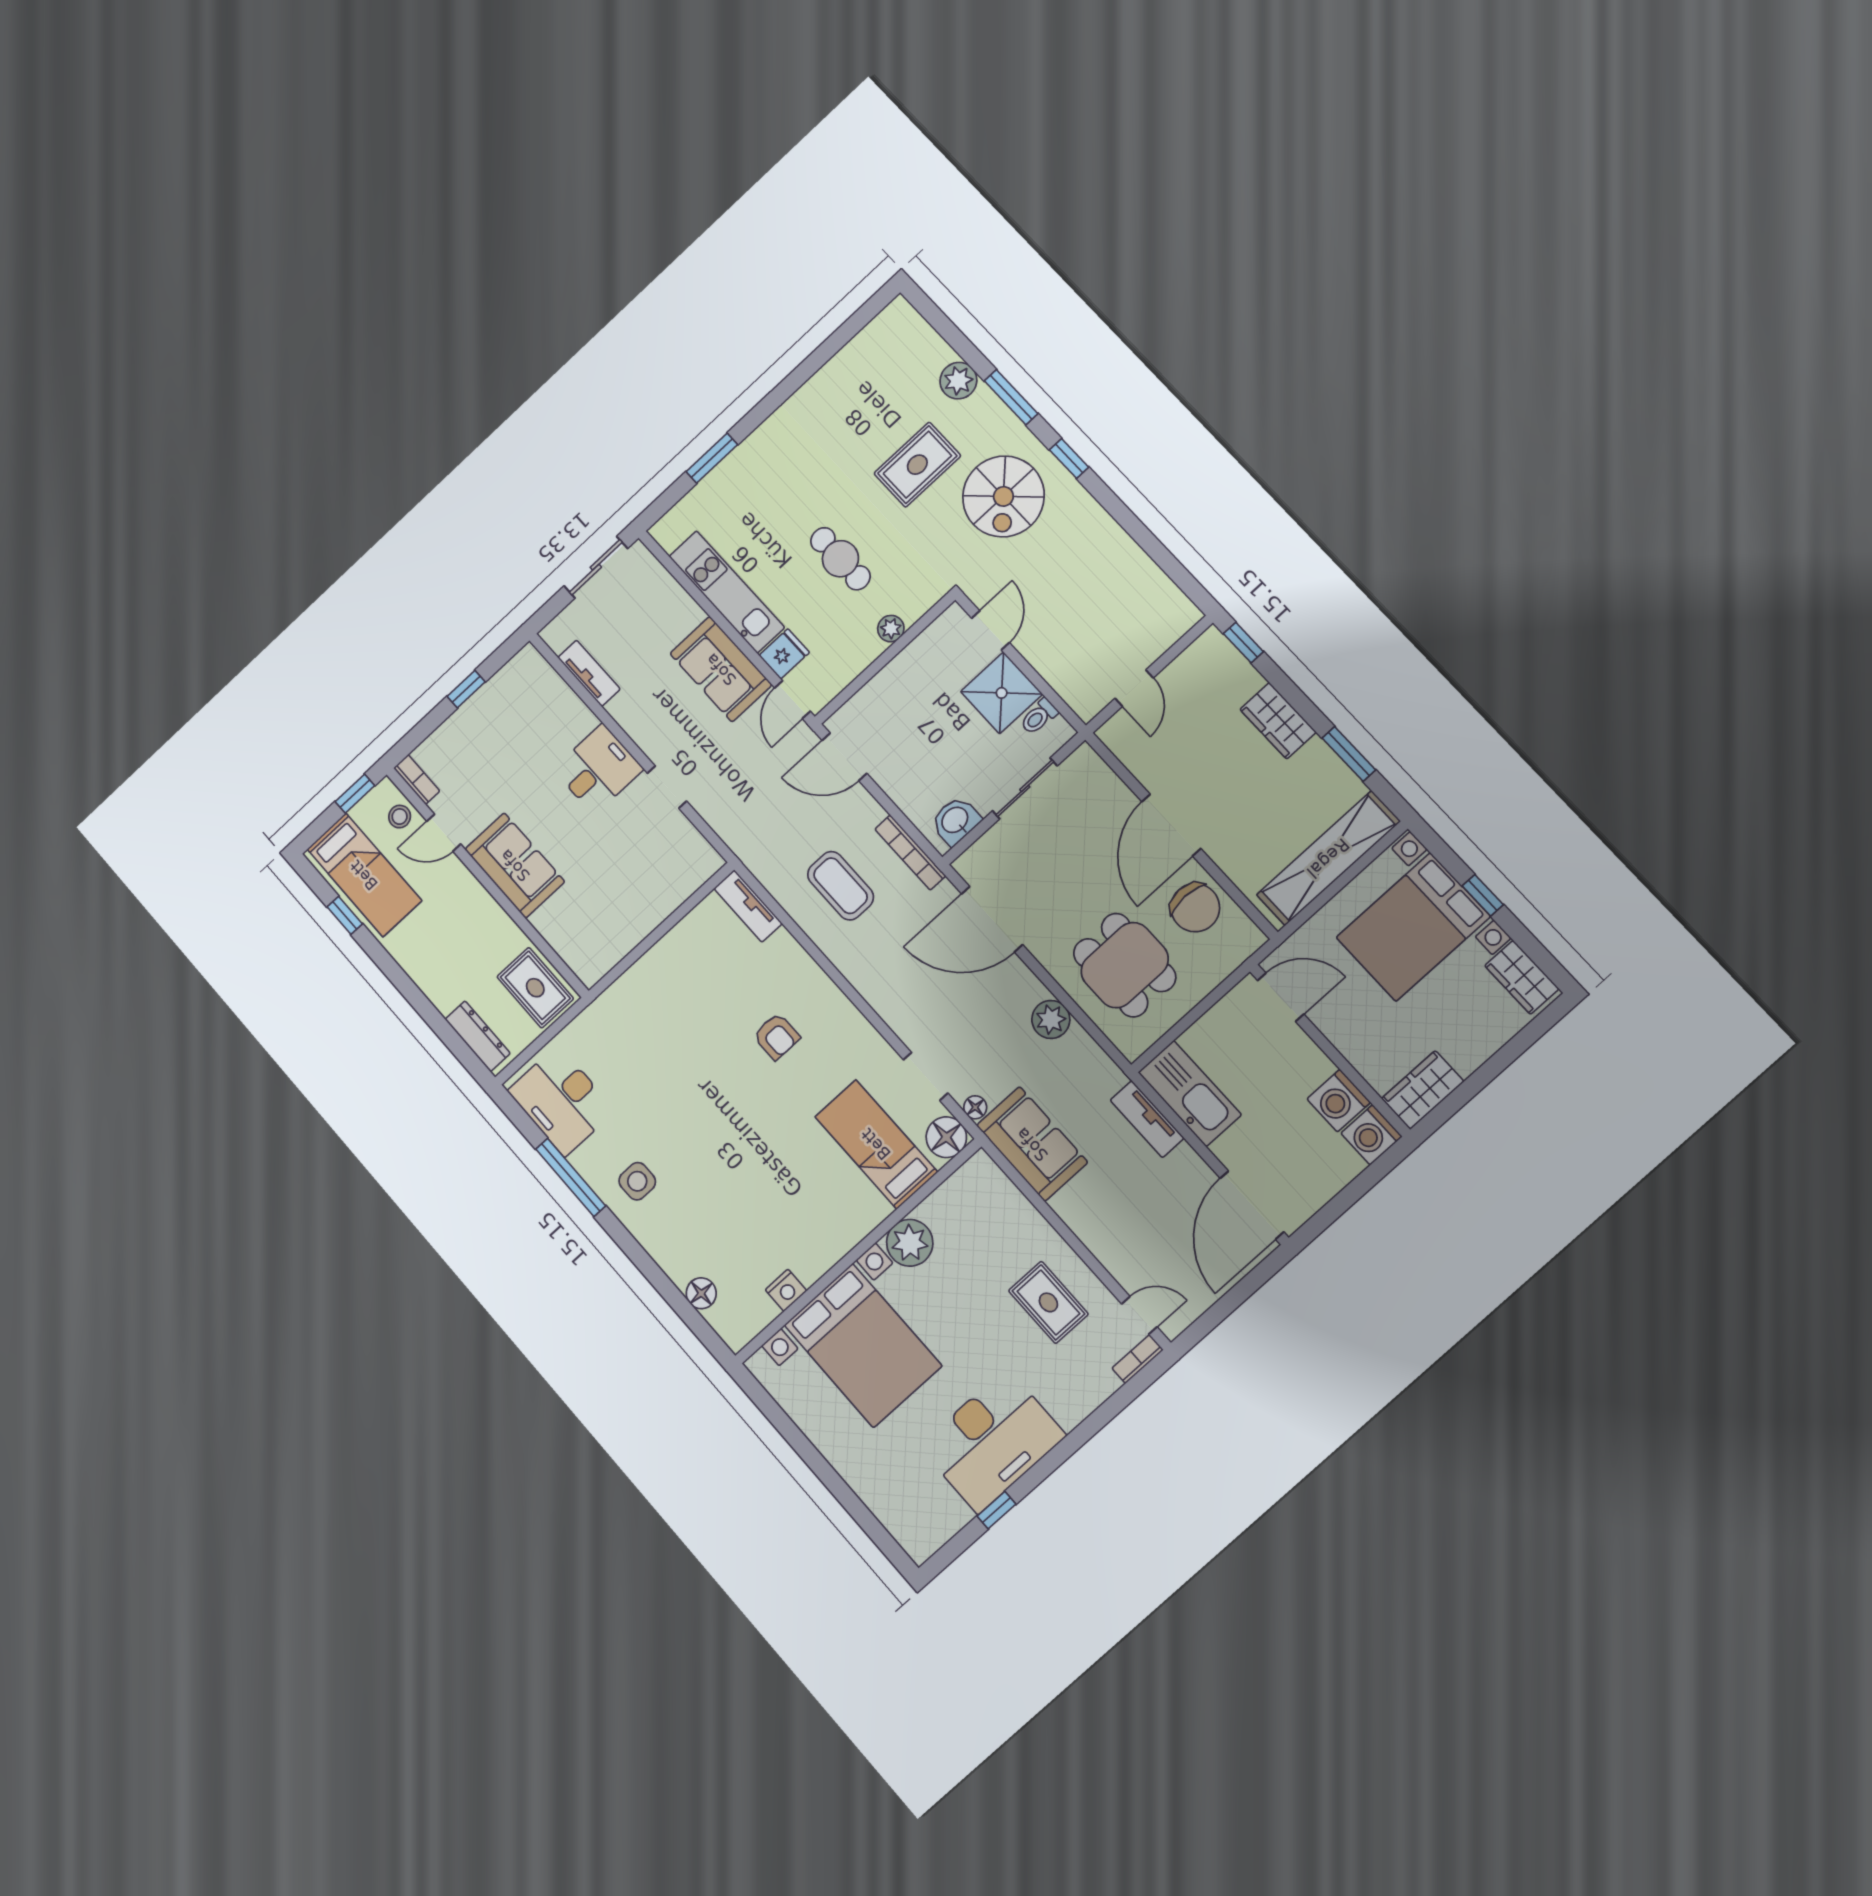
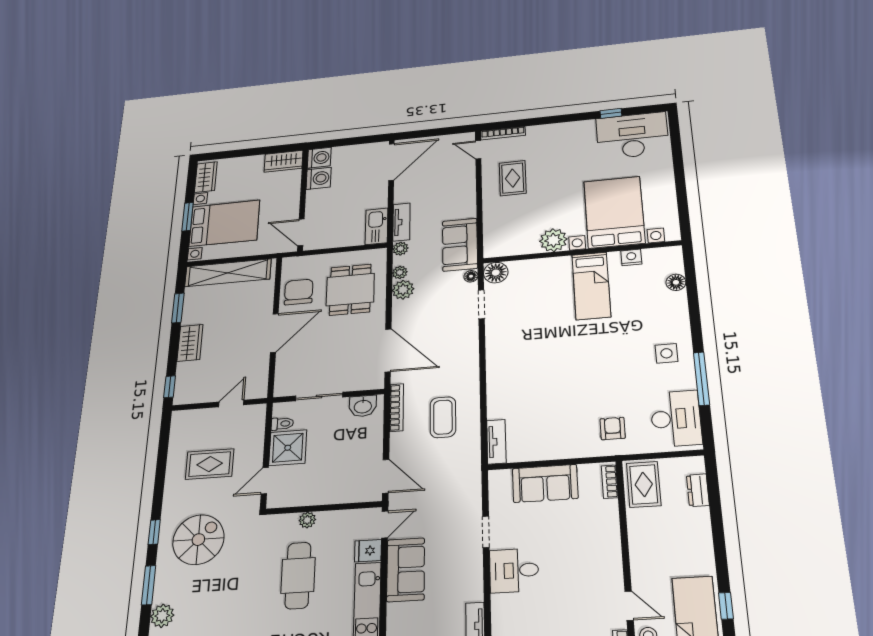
rug: (917, 465) -> (210, 464), moved
cafe table: (840, 559) -> (298, 575), width x1.37, depth x1.35
sofa: (515, 865) -> (545, 483), moved, turned -90
window: (1483, 895) -> (188, 217), width x1.50
bookcase: (576, 961) -> (610, 482), added
dresser: (478, 1036) -> (698, 490), width x0.70
armchair: (776, 1036) -> (613, 429), moved
plant: (1079, 1041) -> (400, 272), added
plant: (1111, 1077) -> (400, 249), added
kitchen sink: (1190, 1093) -> (377, 226), width x0.73, depth x0.81
bed: (876, 1144) -> (591, 286), moved
bookcase: (1137, 1359) -> (503, 133), width x1.56
desk: (992, 1441) -> (632, 136), moved

